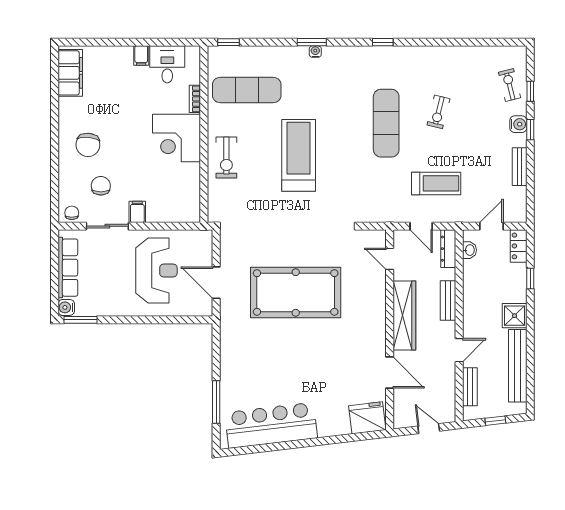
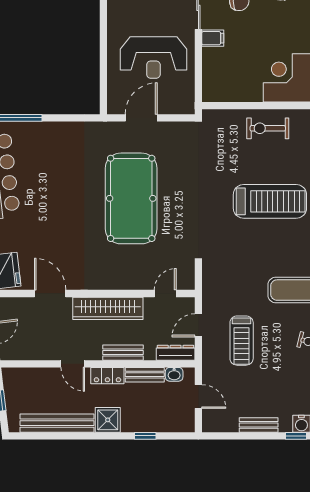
locker: (519, 246) -> (107, 376), moved, turned 180
door: (390, 372) -> (50, 293), swing flipped
bench: (470, 387) -> (145, 375), moved

